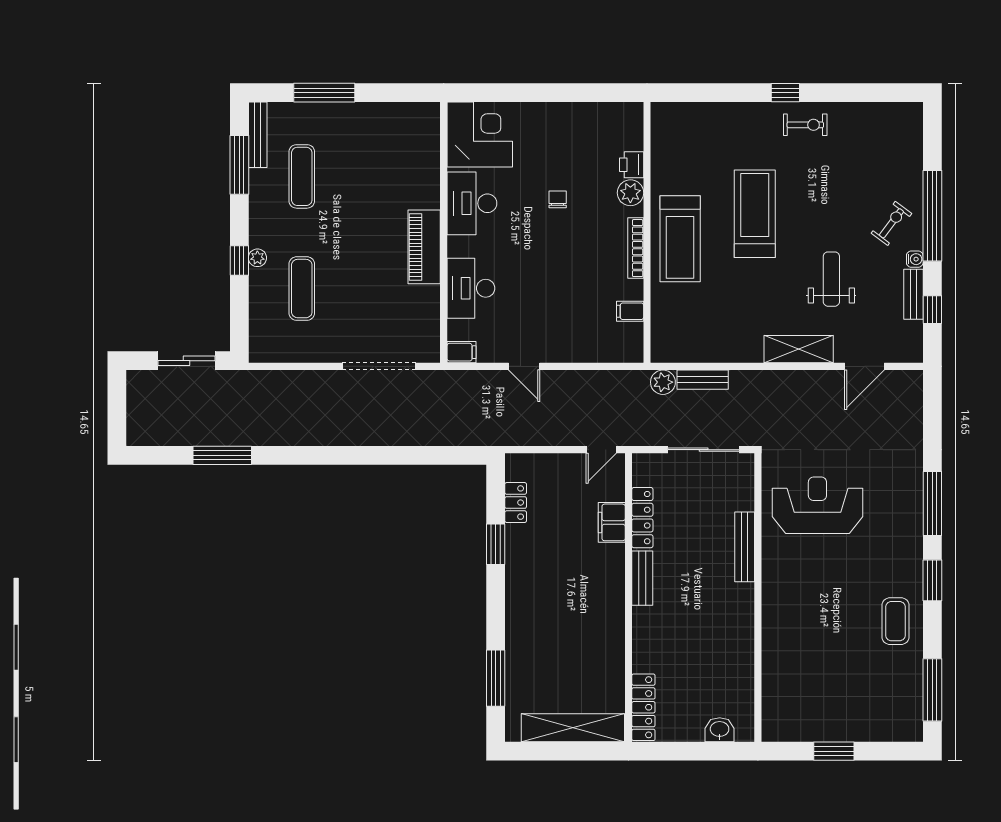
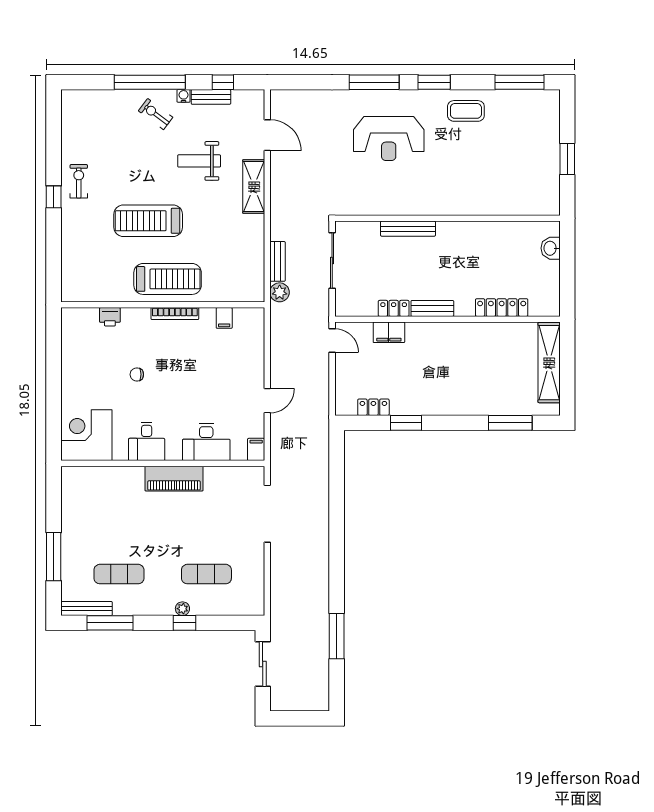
plant: (630, 193) -> (132, 318), removed
desk: (472, 203) -> (147, 441), width x0.73
reception desk: (817, 505) -> (389, 138), moved, turned -90
locker: (642, 518) -> (394, 308), width x0.66
locker: (643, 707) -> (502, 308), moved

